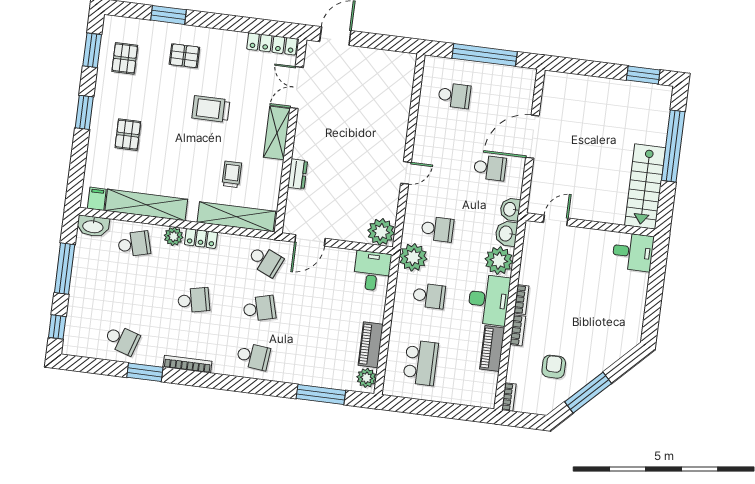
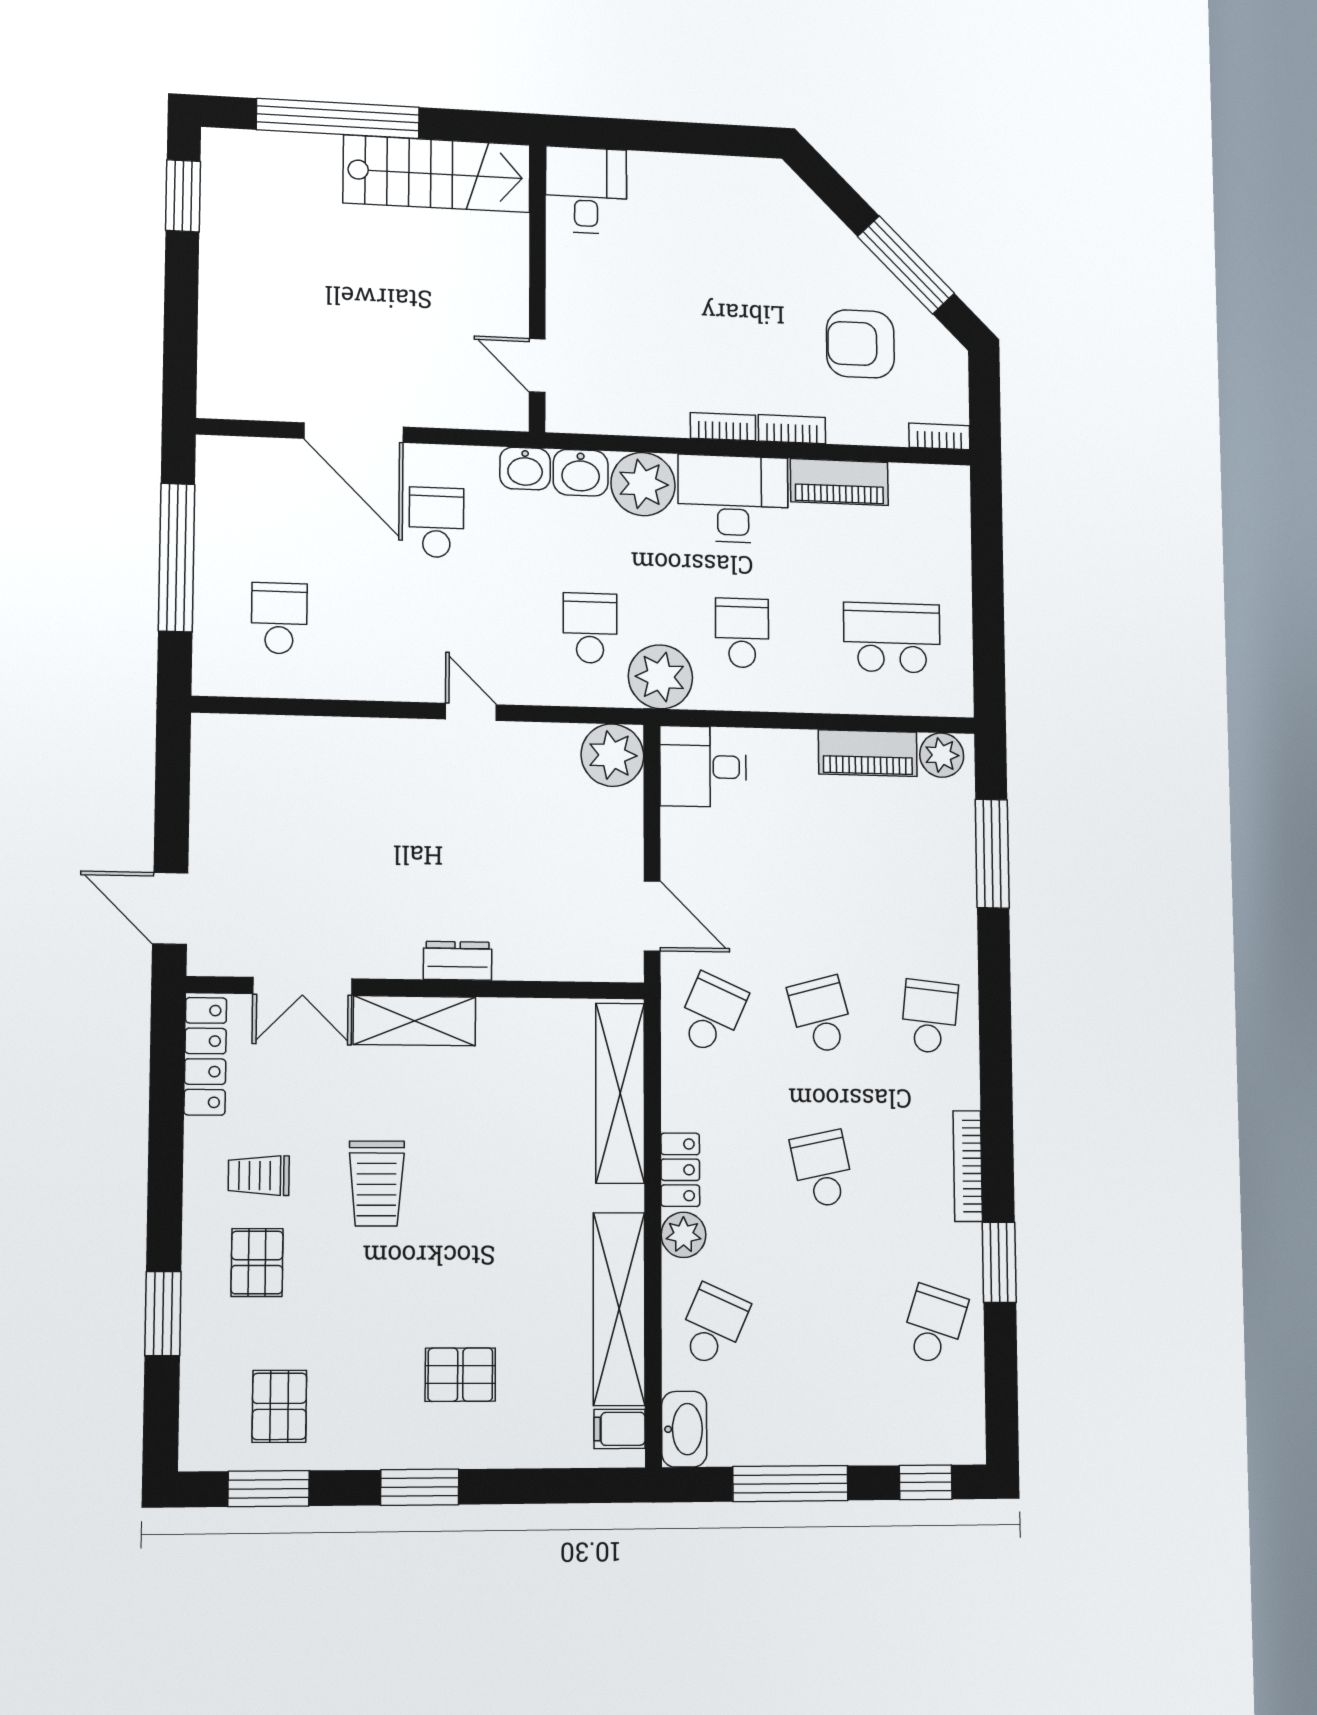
pallet: (125, 58) -> (279, 1406), turned 90
trolley: (232, 174) -> (259, 1176), moved
dresser: (298, 174) -> (458, 961), moved
school desk: (134, 244) -> (713, 1326), turned 39
armchair: (554, 367) -> (860, 344), width x1.38, depth x1.38

